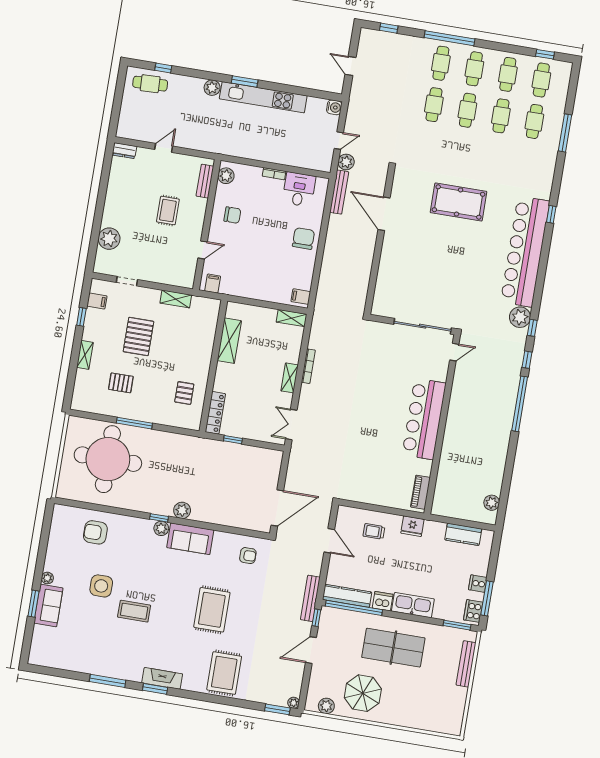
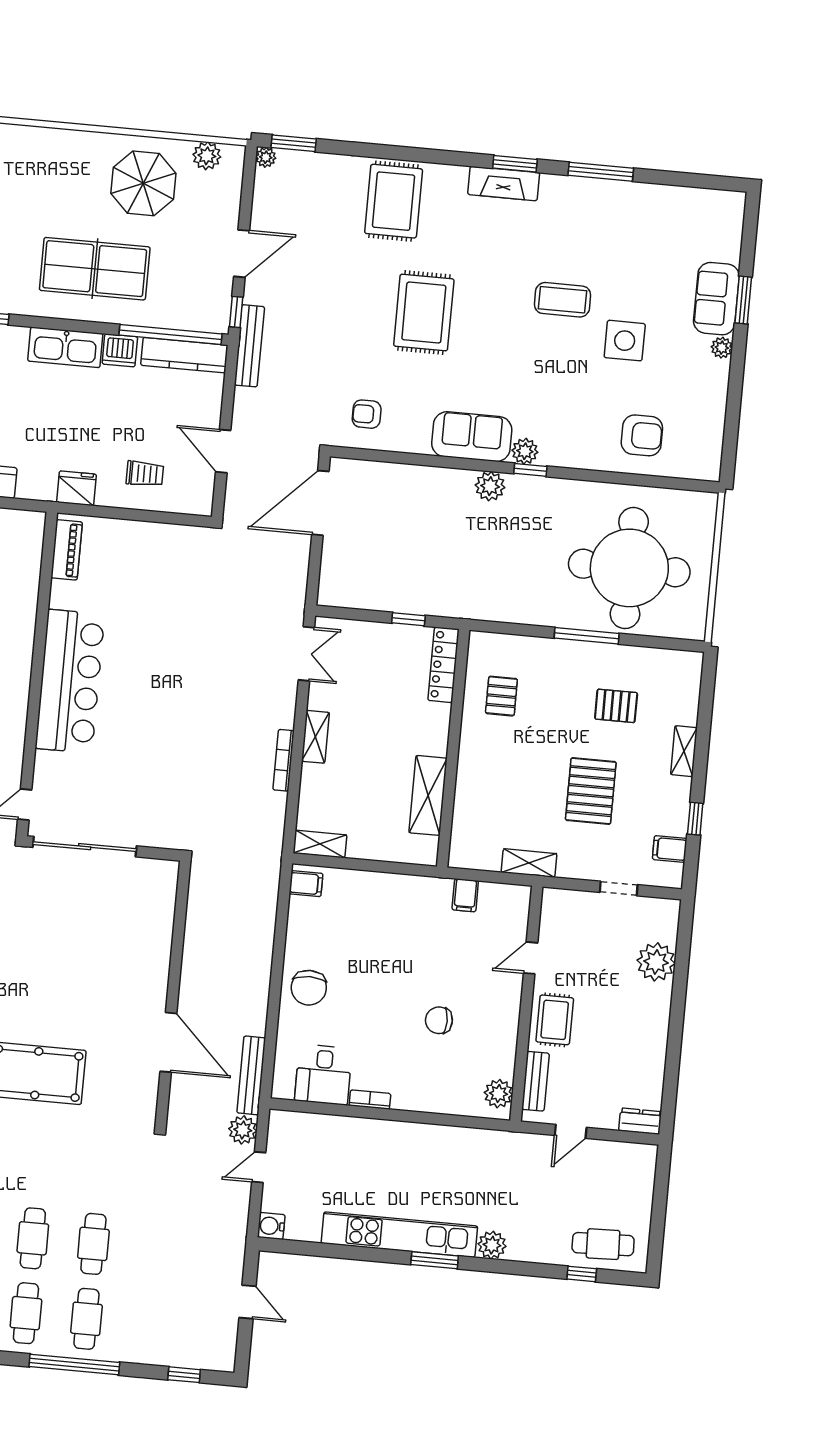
plant: (226, 176) -> (498, 1094), moved
bench: (205, 181) -> (535, 1081), moved
wall: (207, 225) -> (526, 1004), moved
door: (203, 250) -> (531, 958), moved

